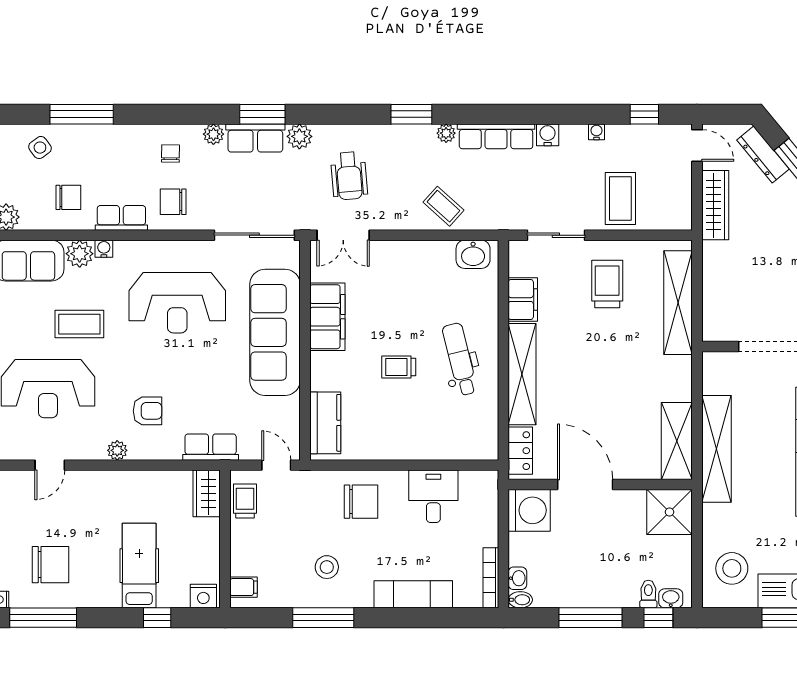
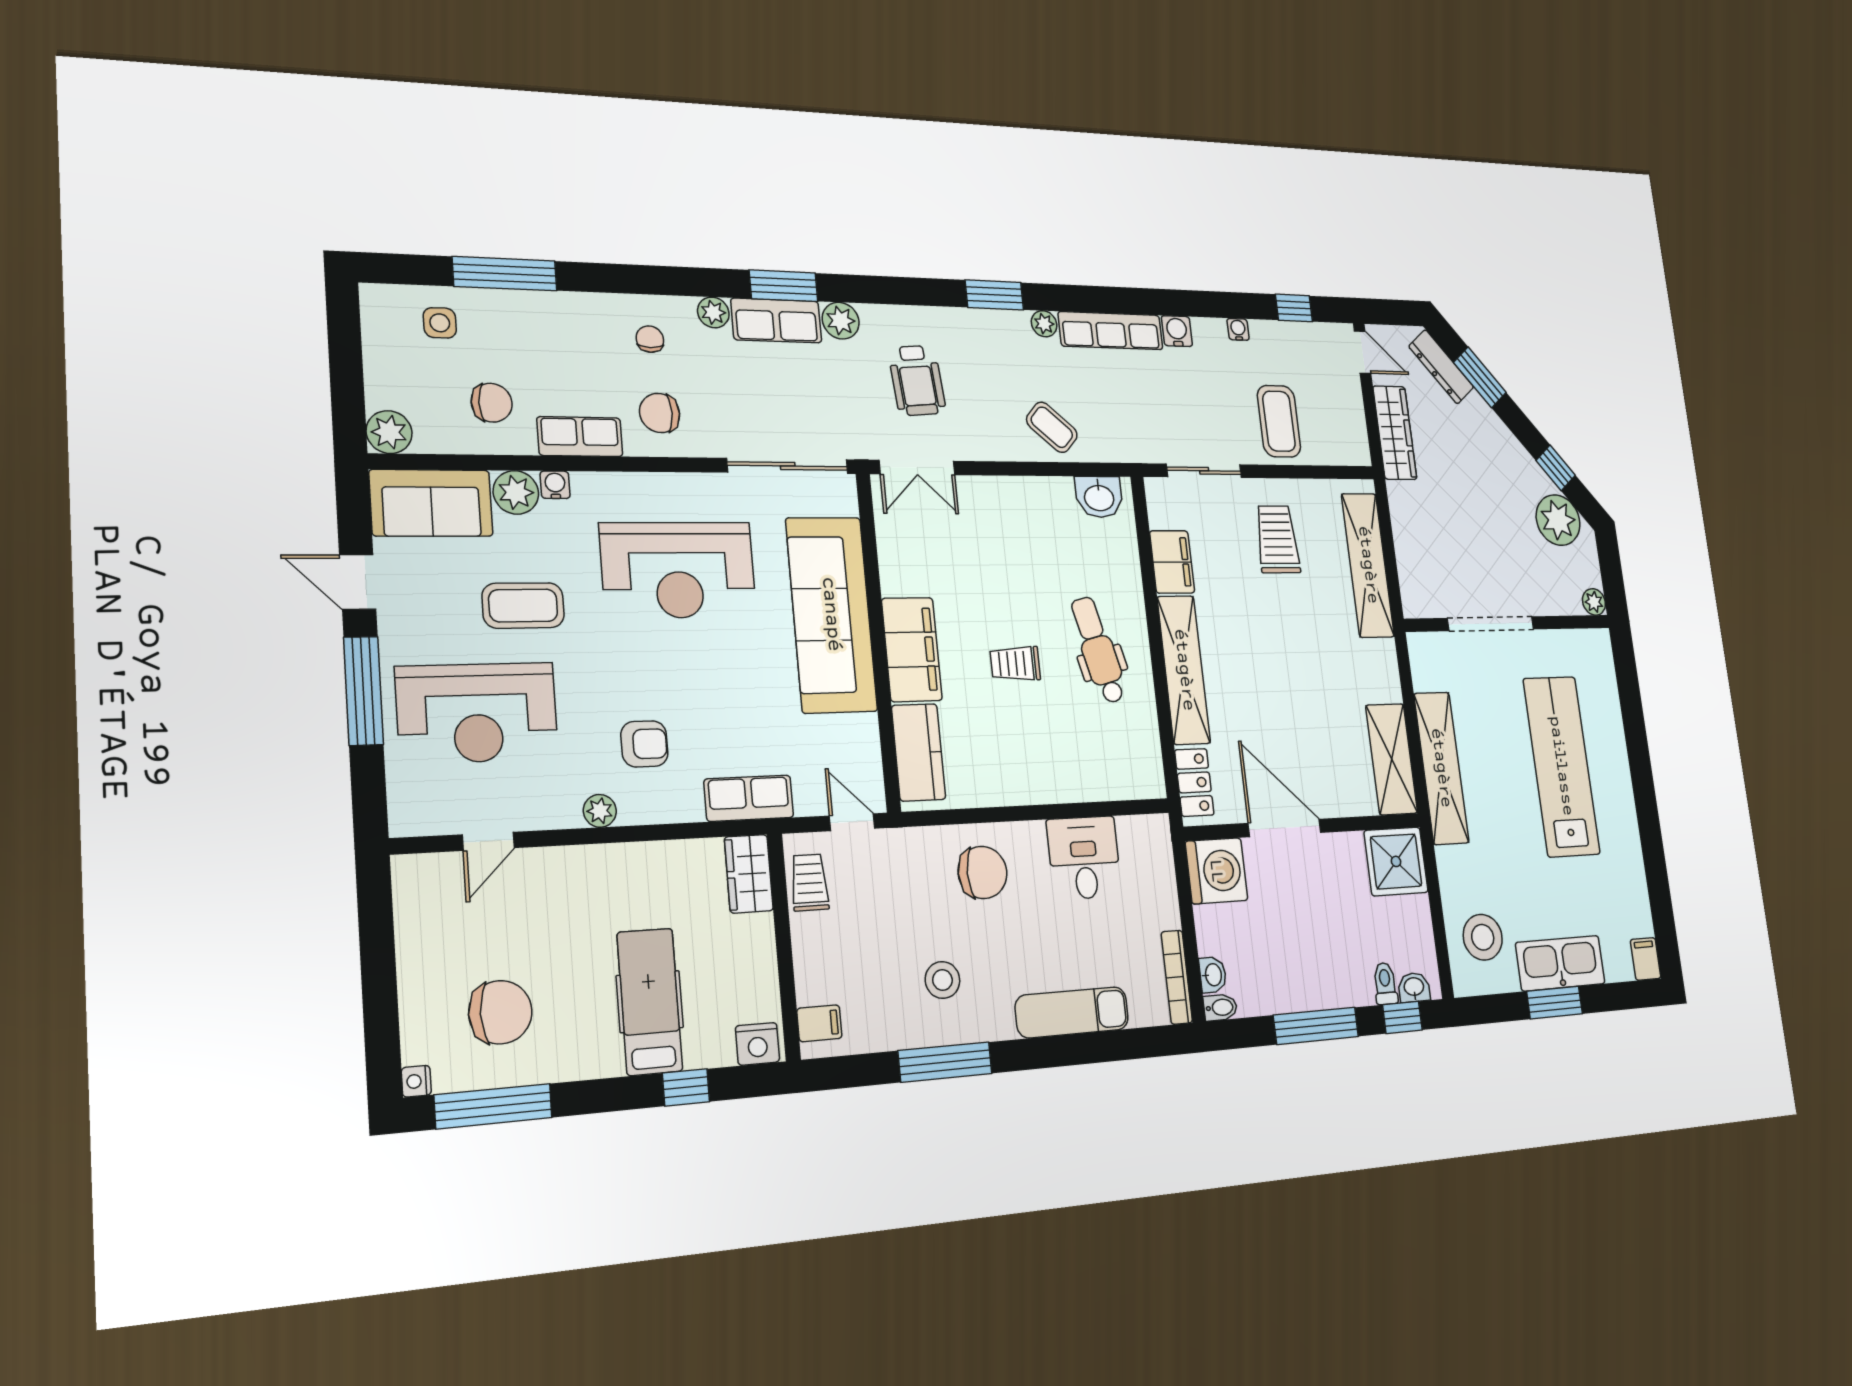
side table: (40, 148) -> (440, 323), turned 37
filing cabinet: (327, 317) -> (912, 649), moved

